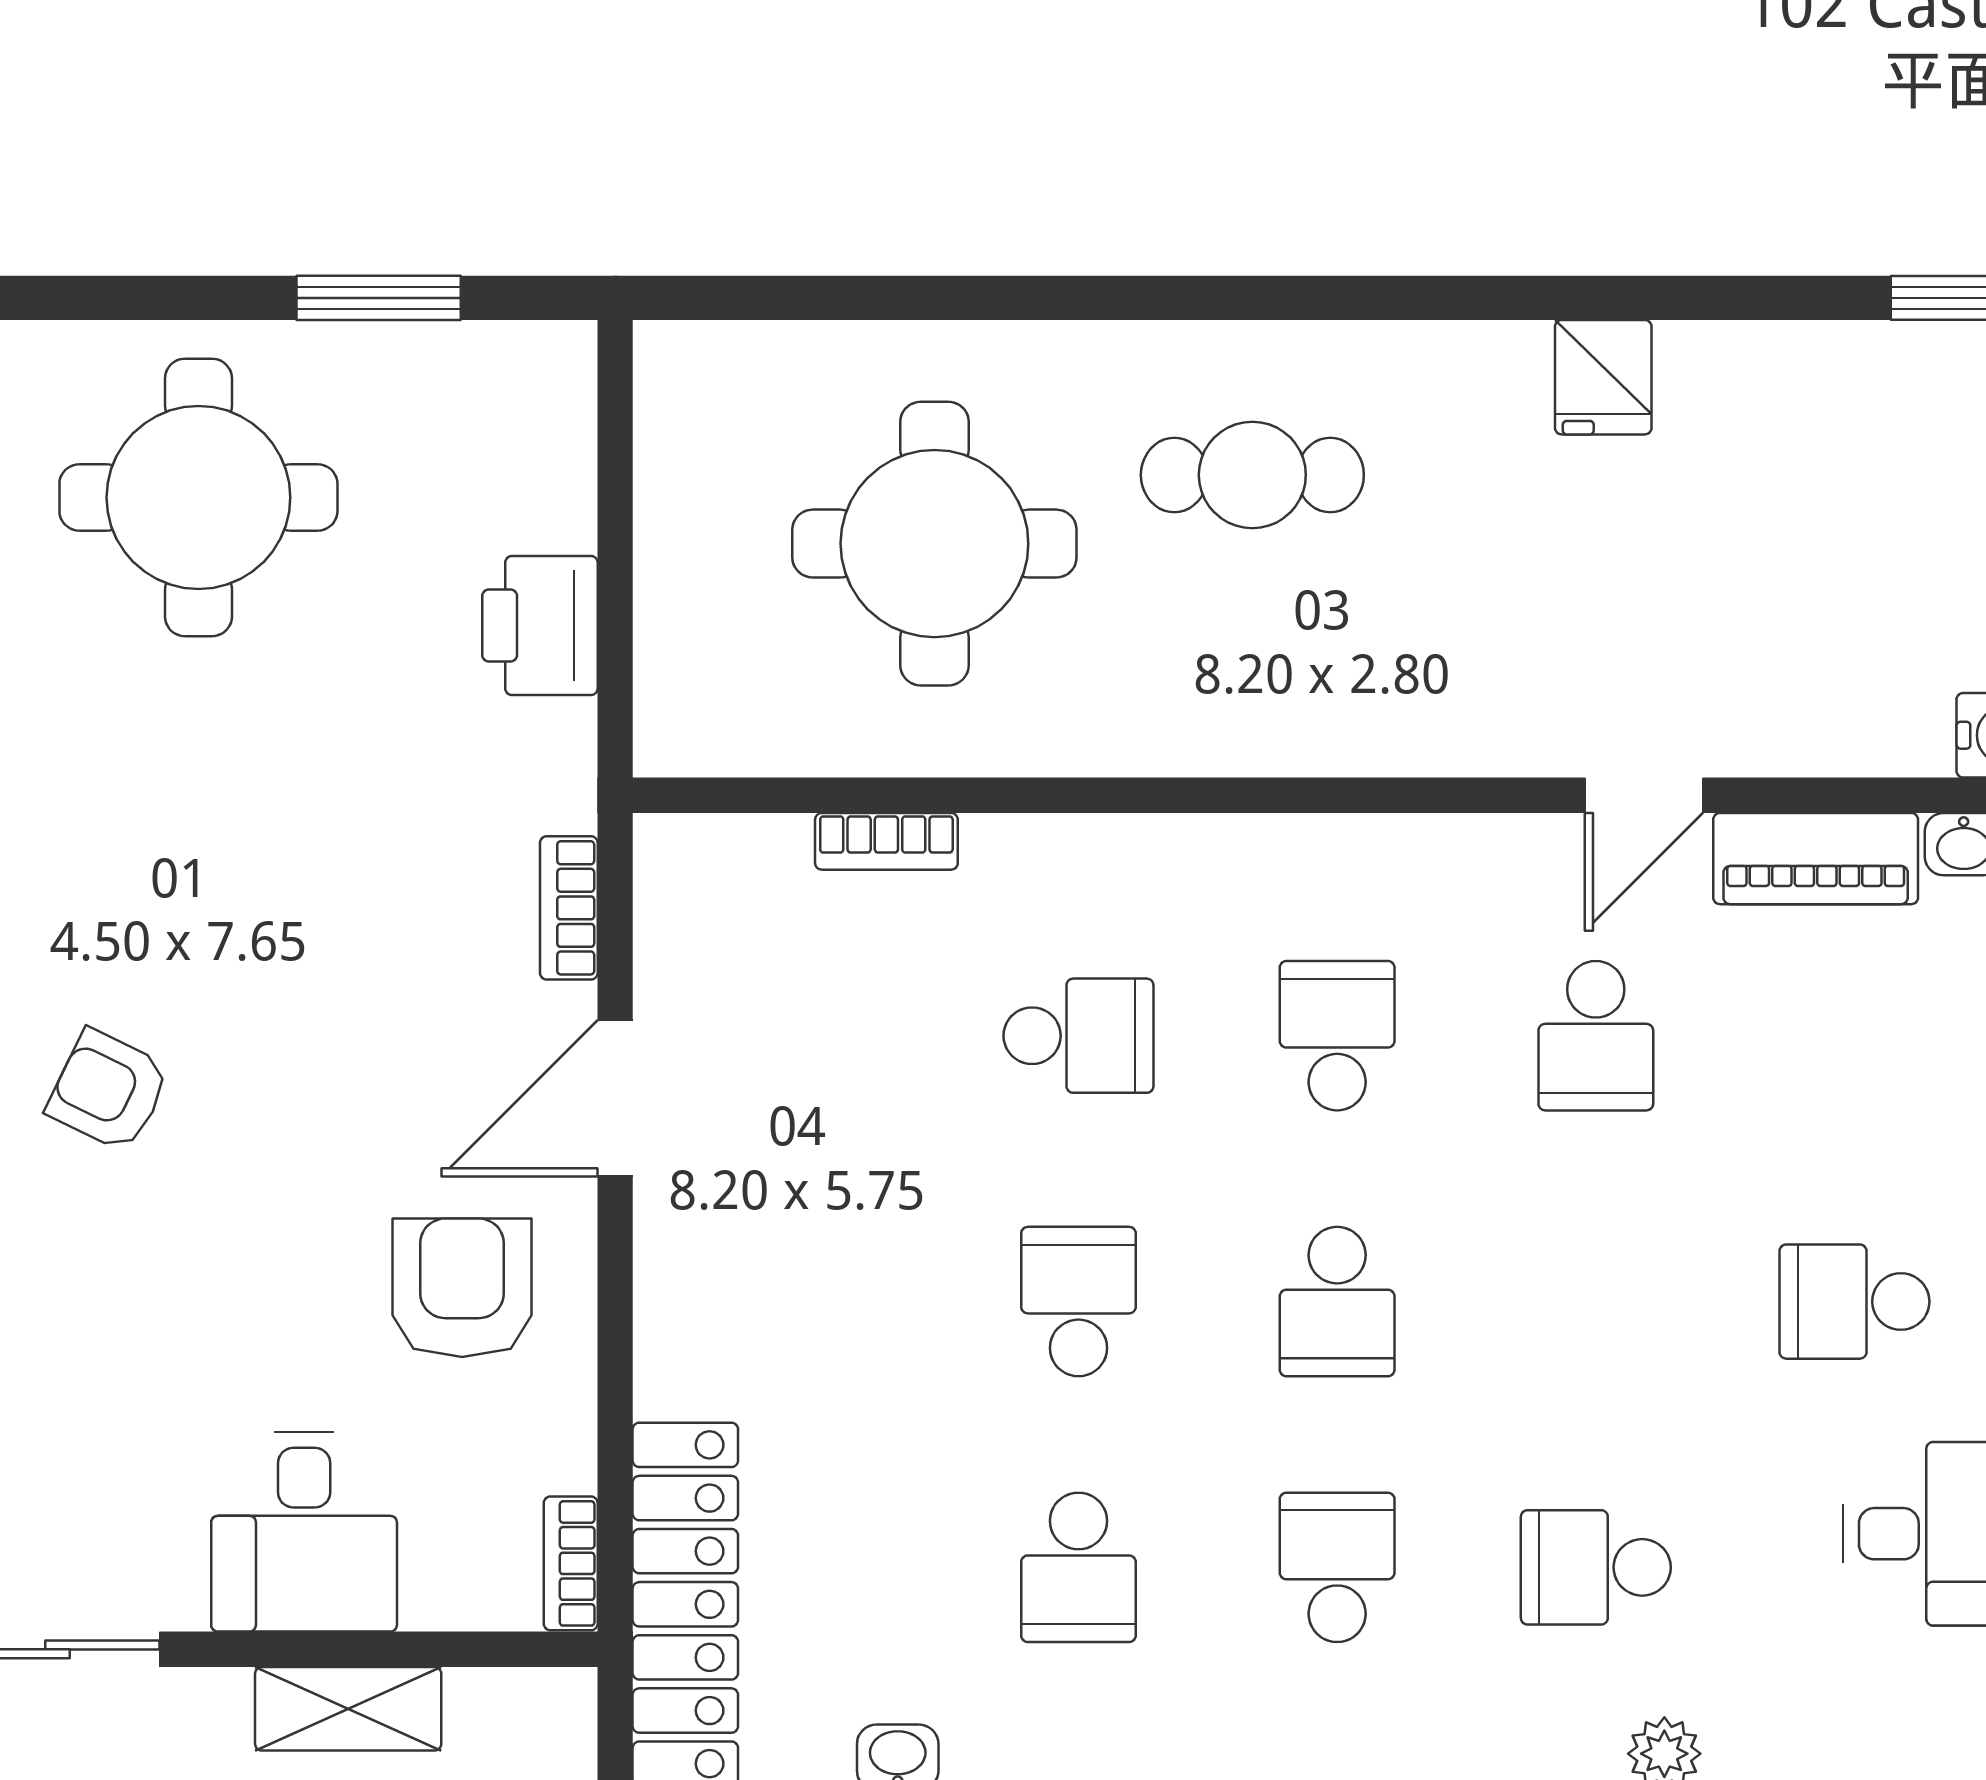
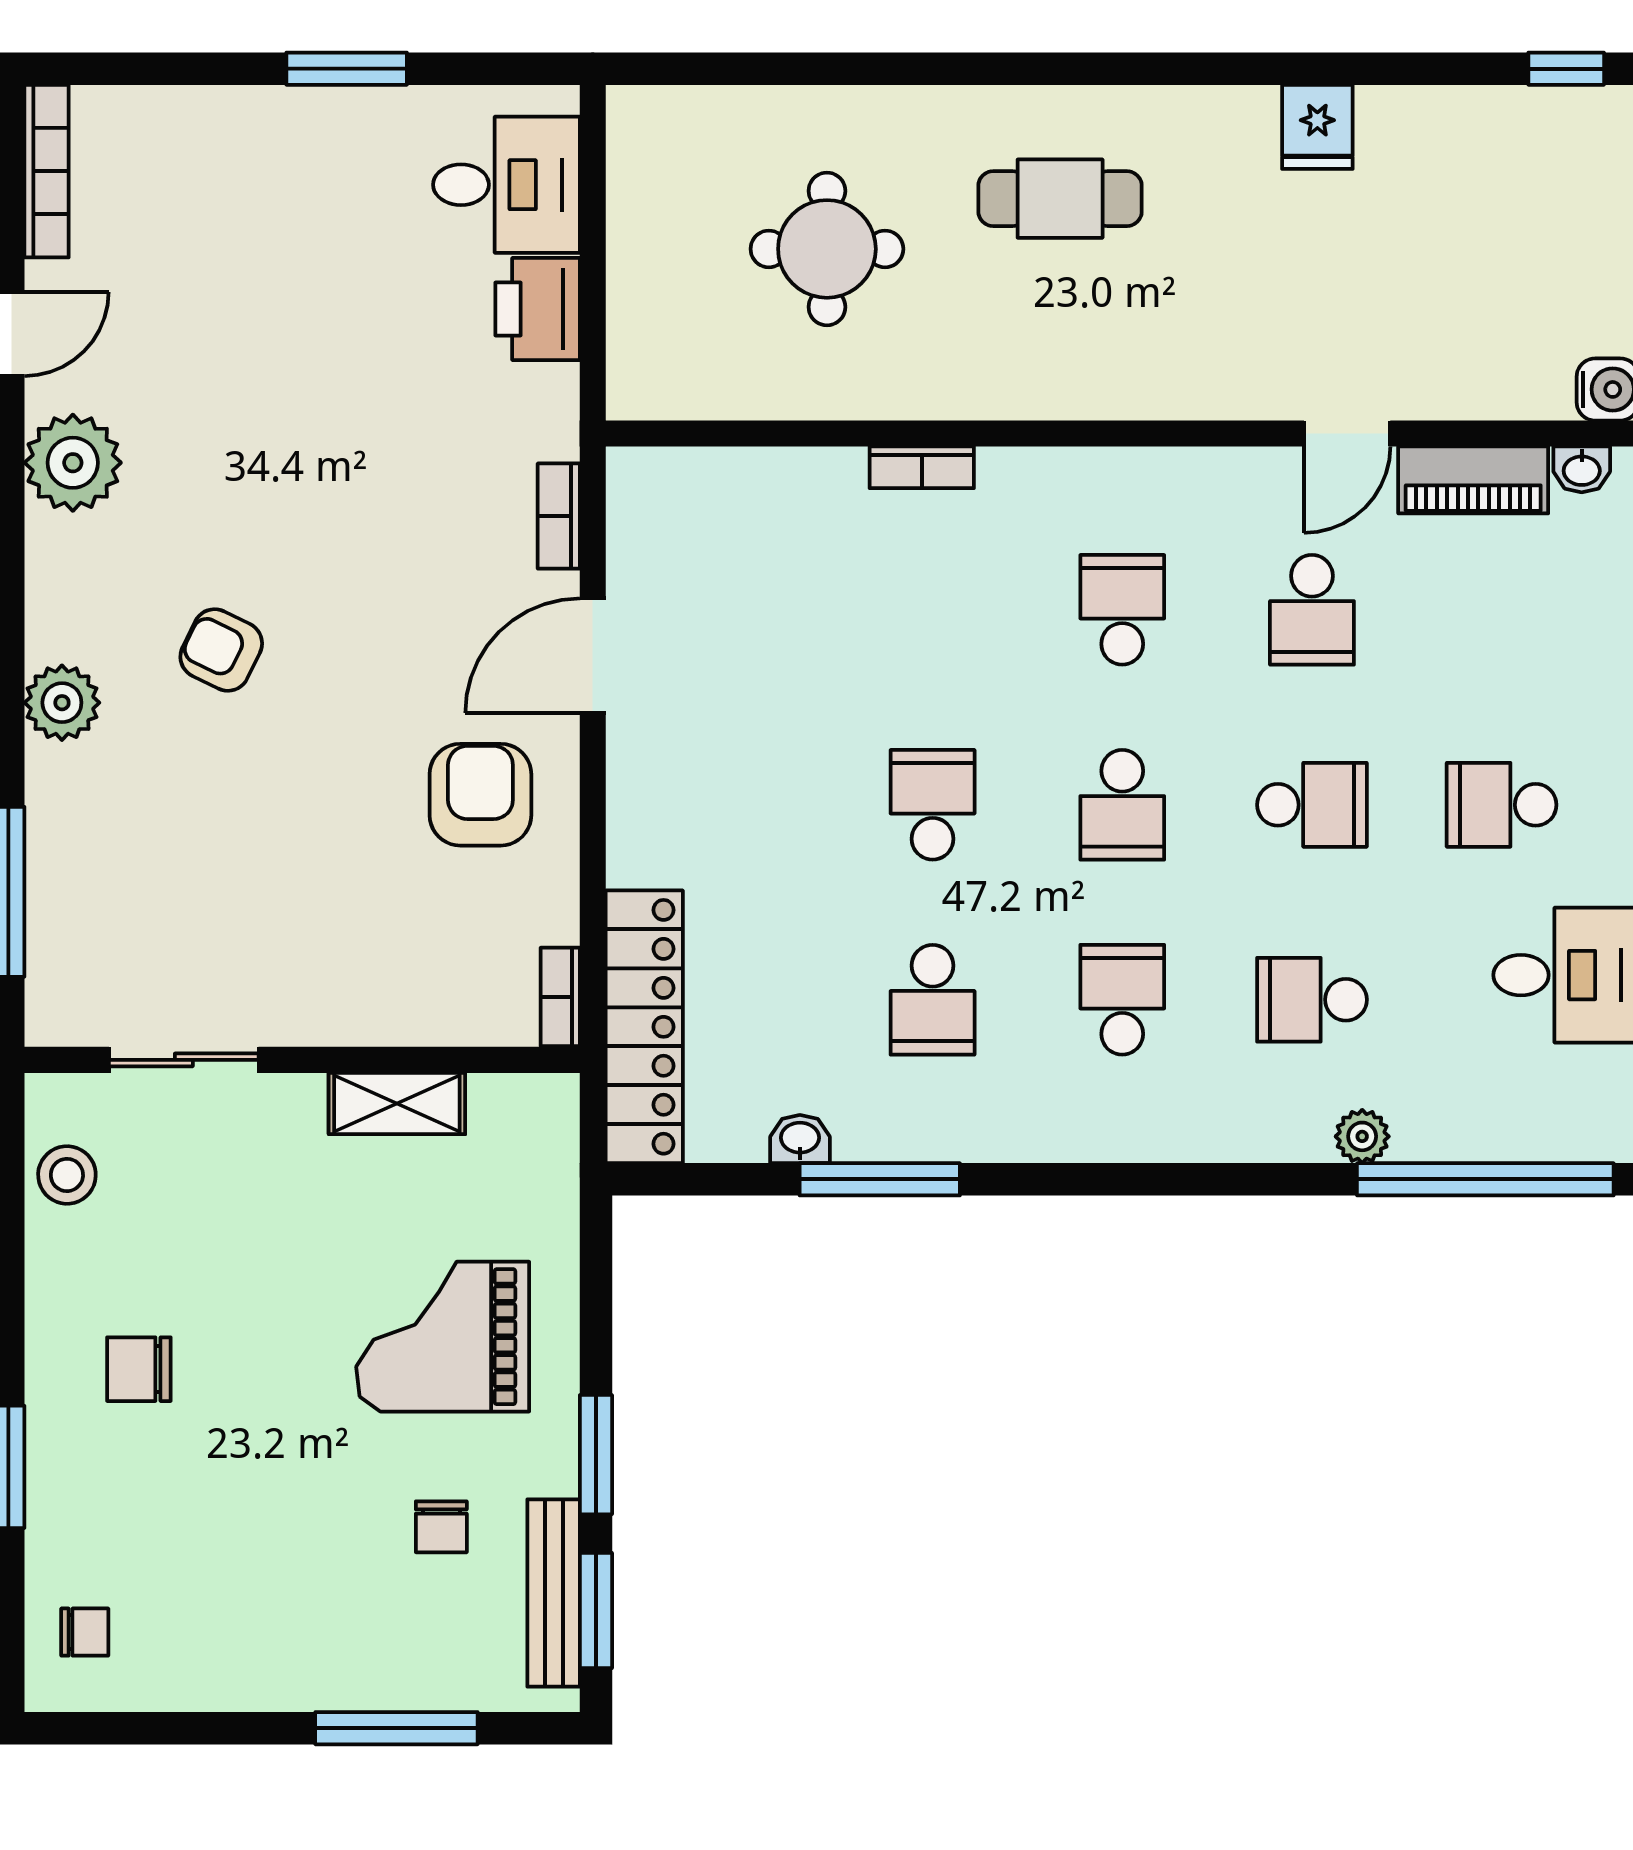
window: (379, 298) -> (347, 69), moved
round table: (198, 497) -> (287, 215), removed
round table: (934, 544) -> (827, 249), width x0.73, depth x0.73
bookcase: (886, 841) -> (922, 467), moved
school desk: (1078, 1036) -> (1312, 805), moved
desk: (304, 1532) -> (506, 185), moved, turned -90

